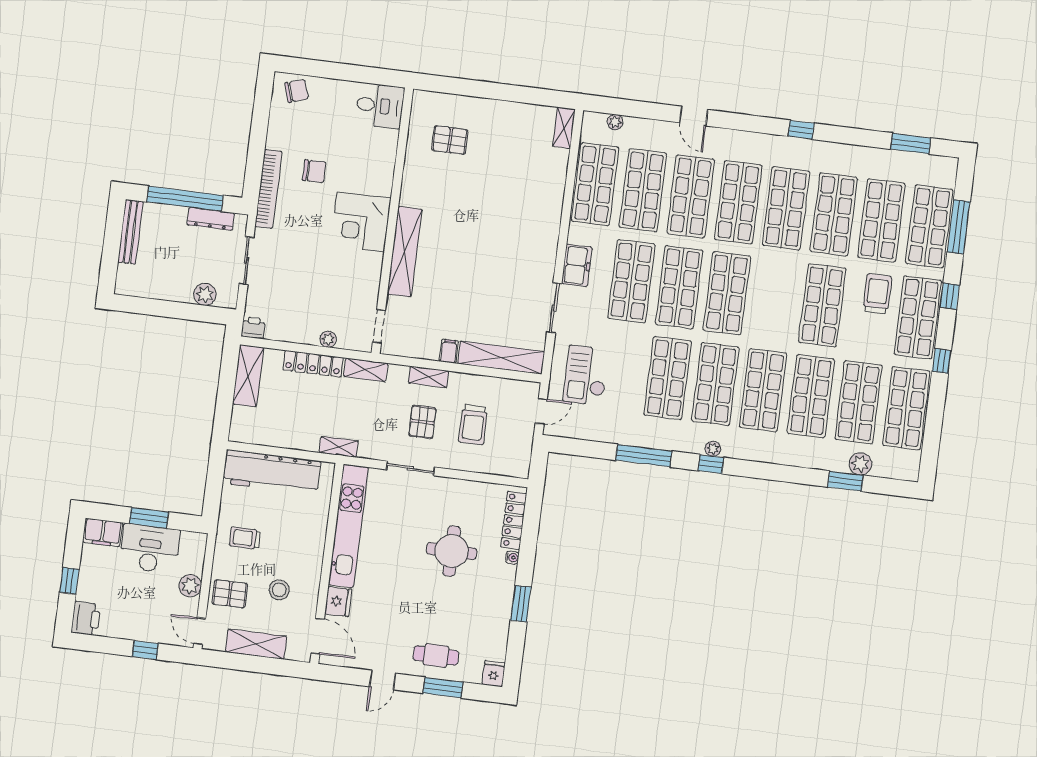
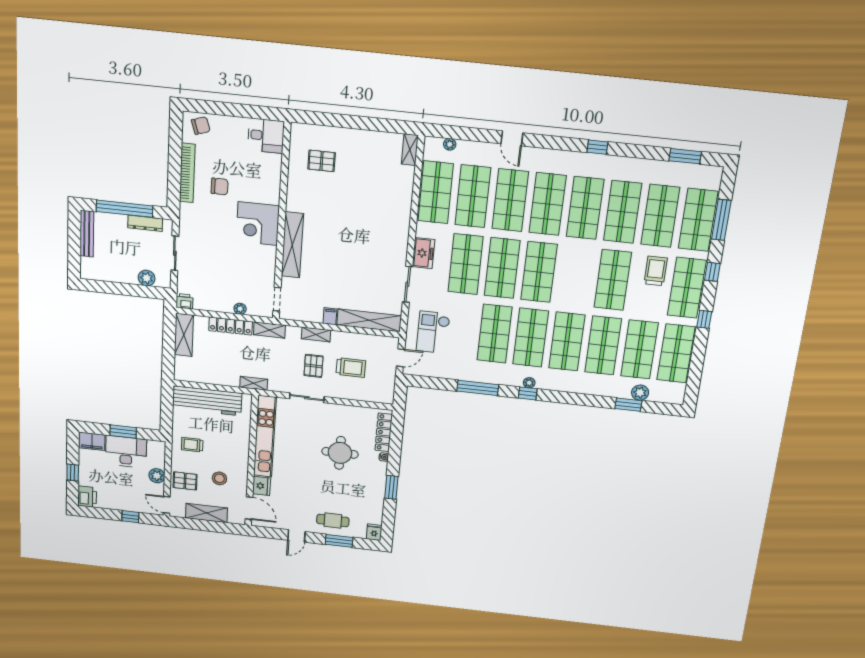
bookcase: (269, 189) -> (187, 173), moved
trolley: (473, 425) -> (351, 367), turned -90

